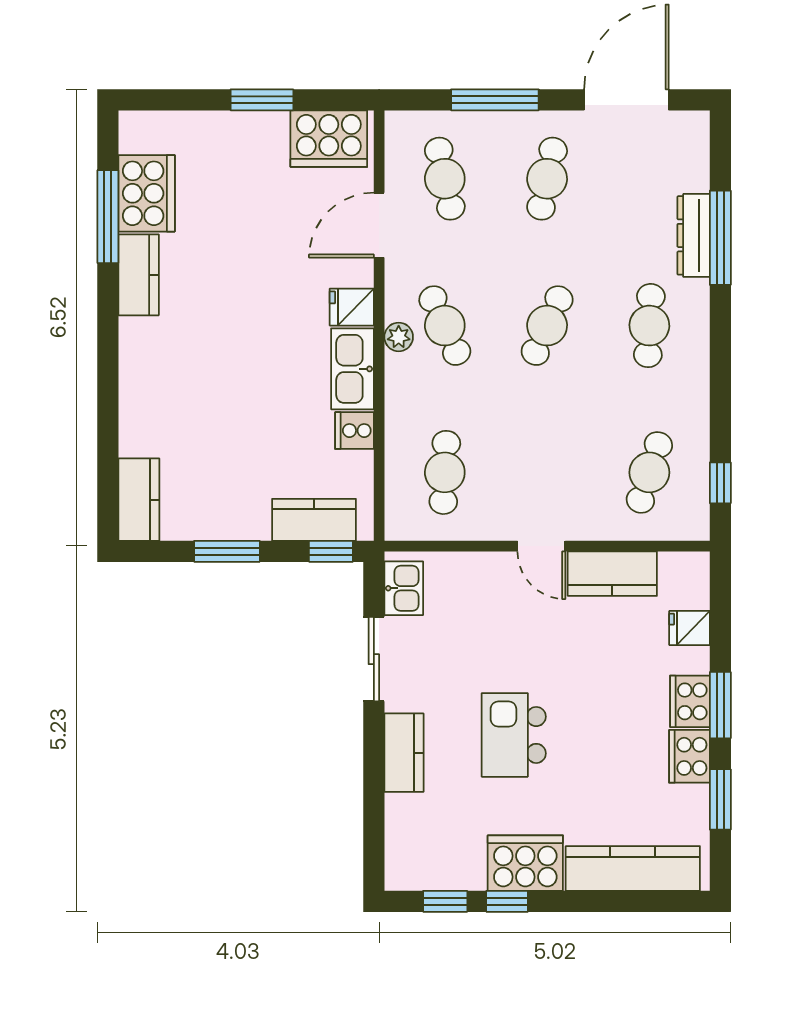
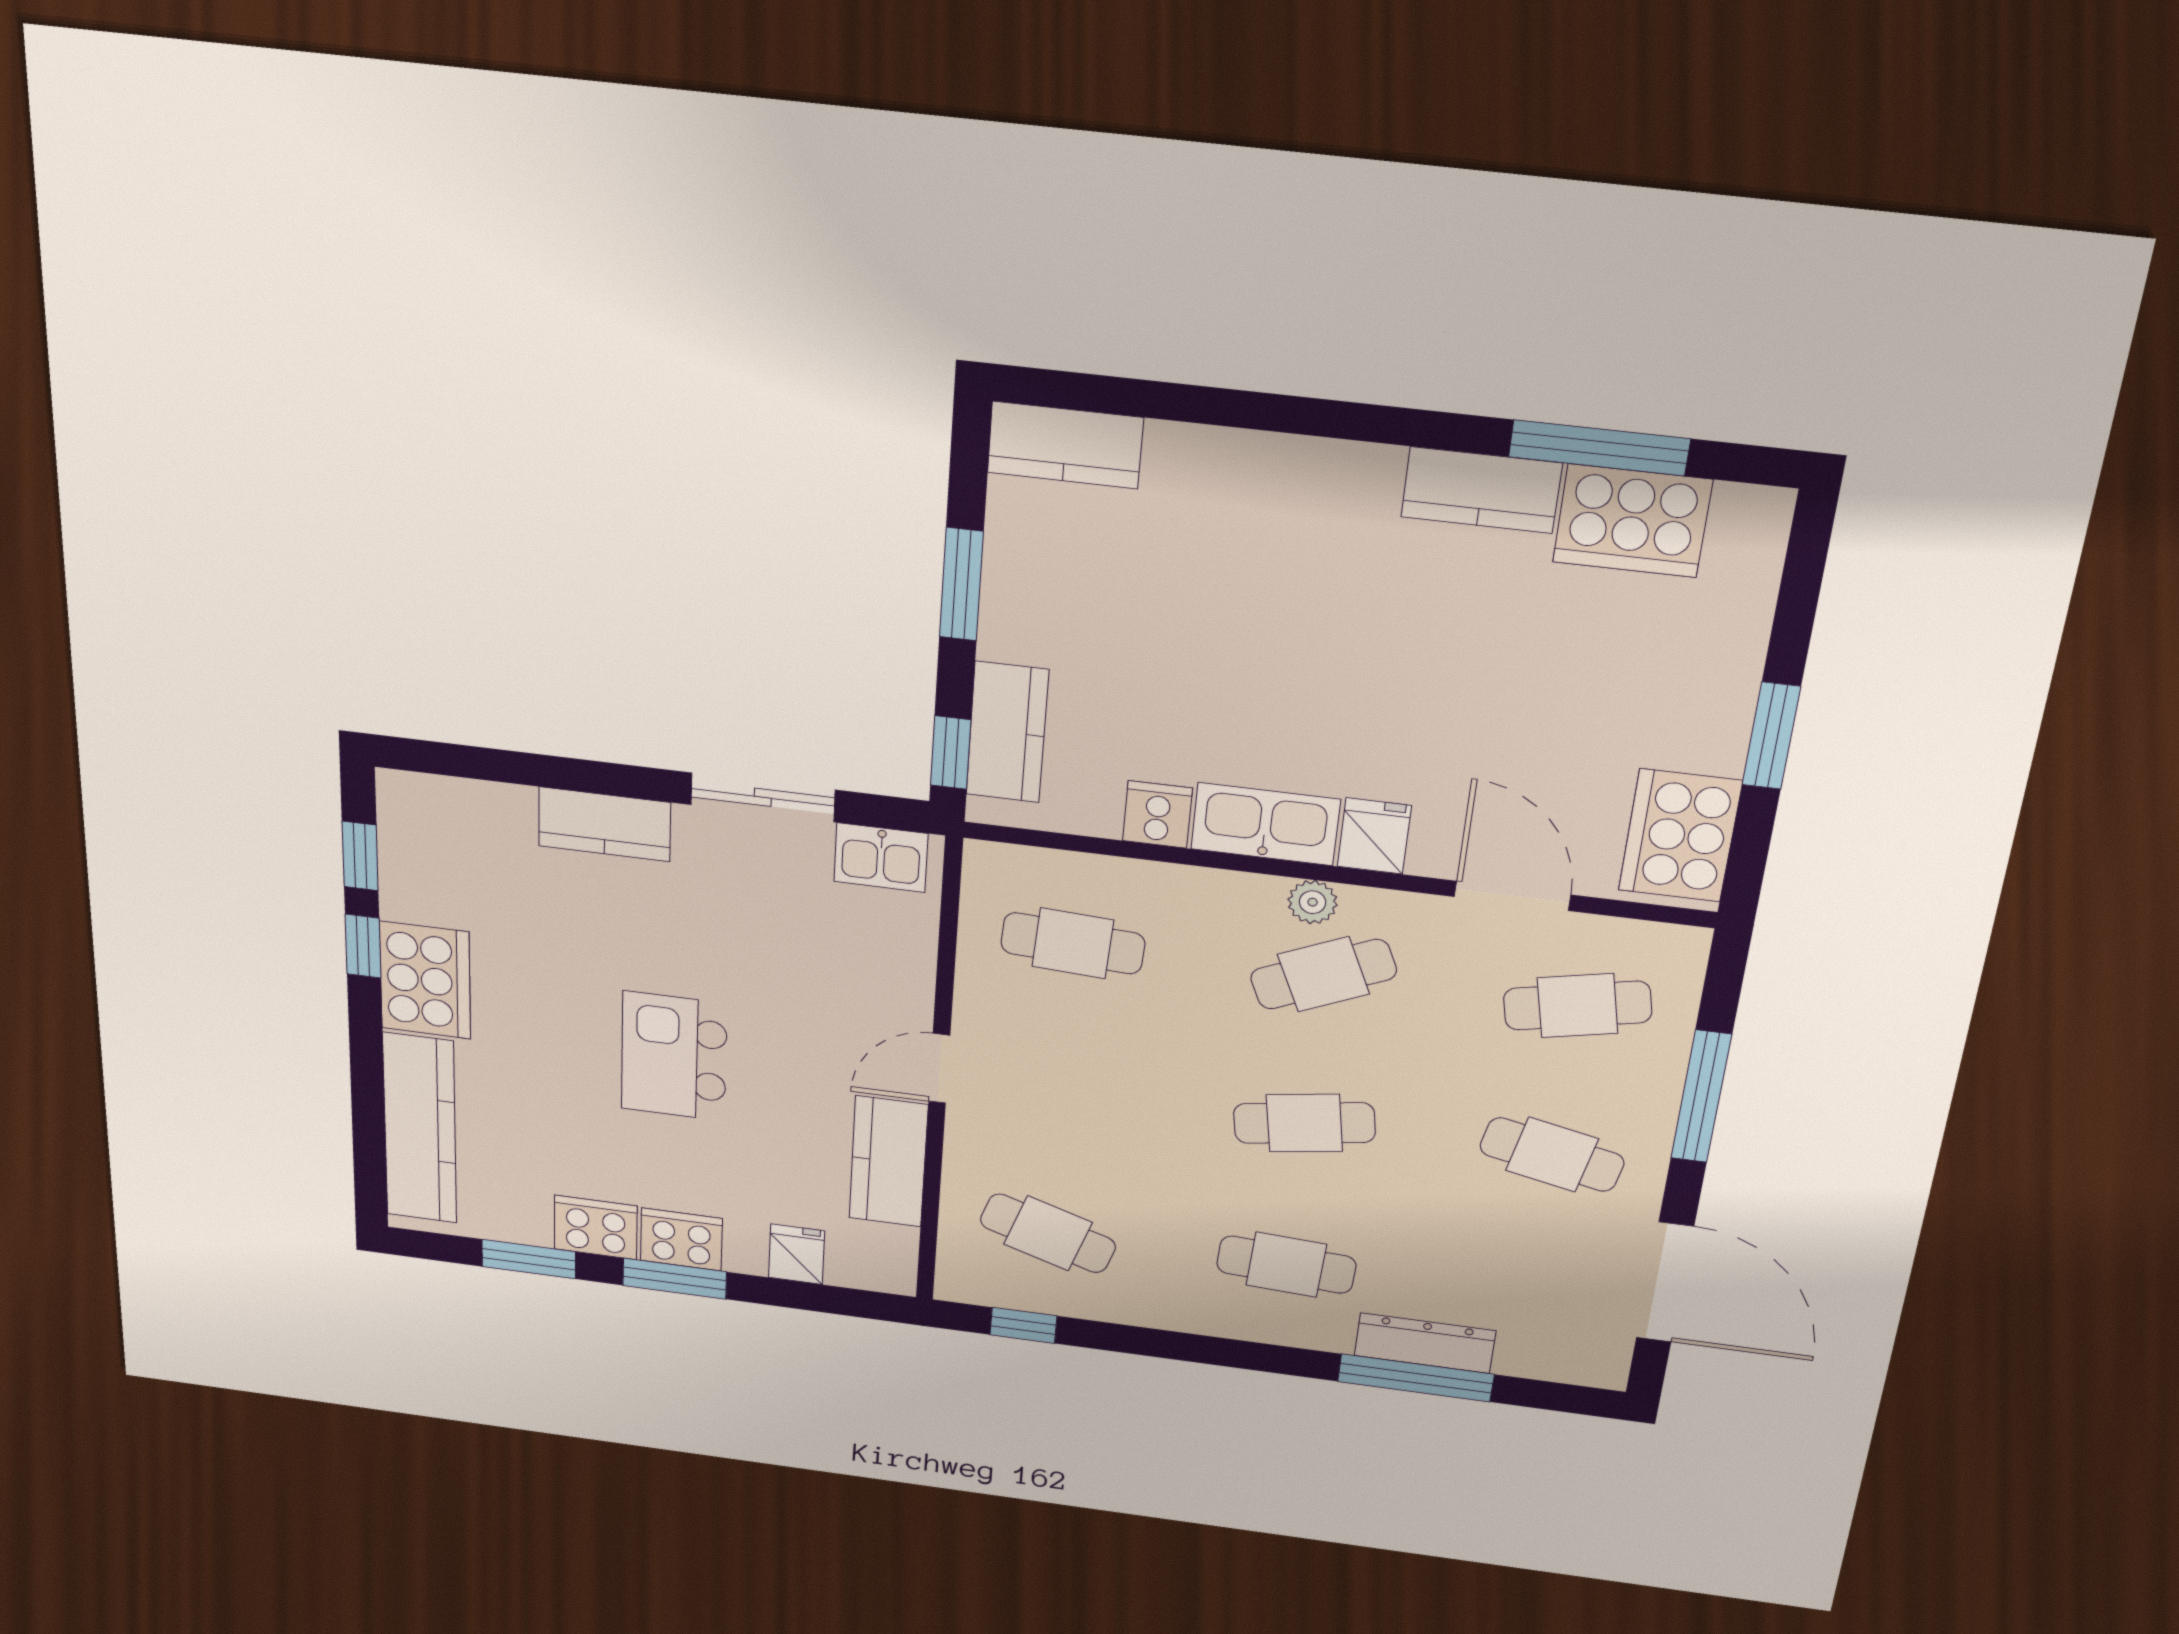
cafe table: (547, 326) -> (1304, 1123), turned -33
kitchen island: (514, 735) -> (674, 1056), moved, turned -90

